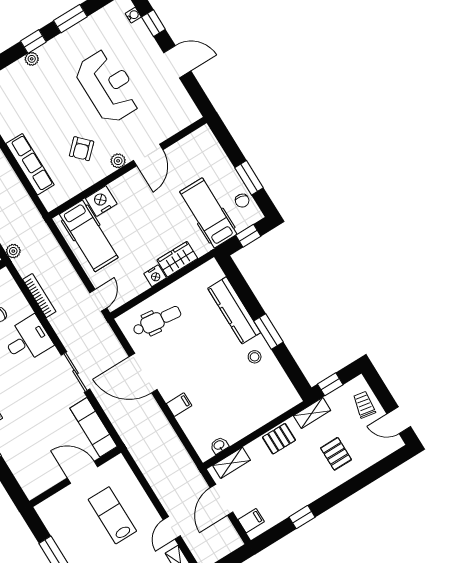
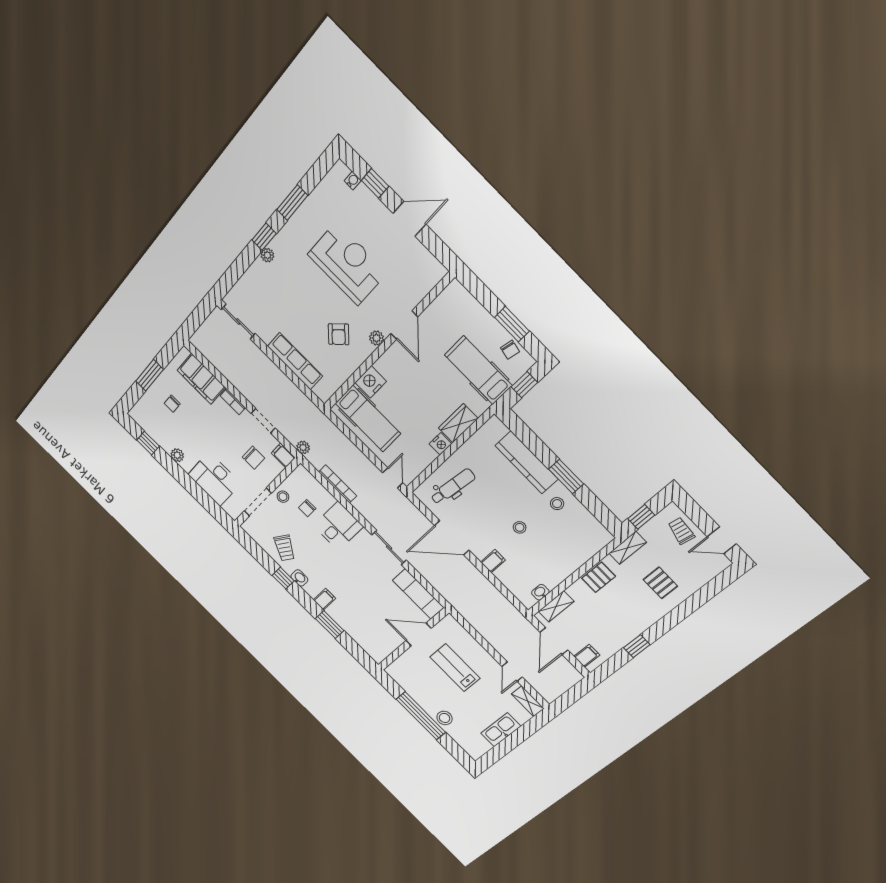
stool: (213, 374) -> (520, 527), added

